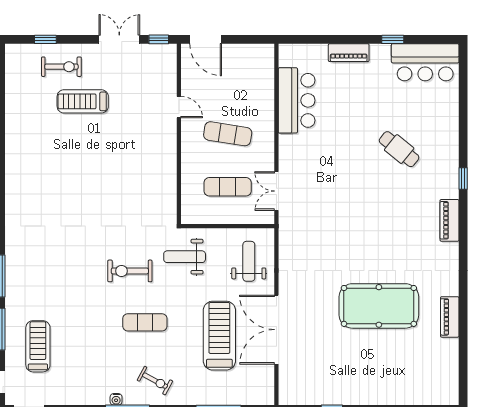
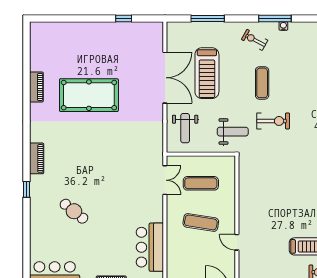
exercise mat: (145, 322) -> (262, 83), turned 90

